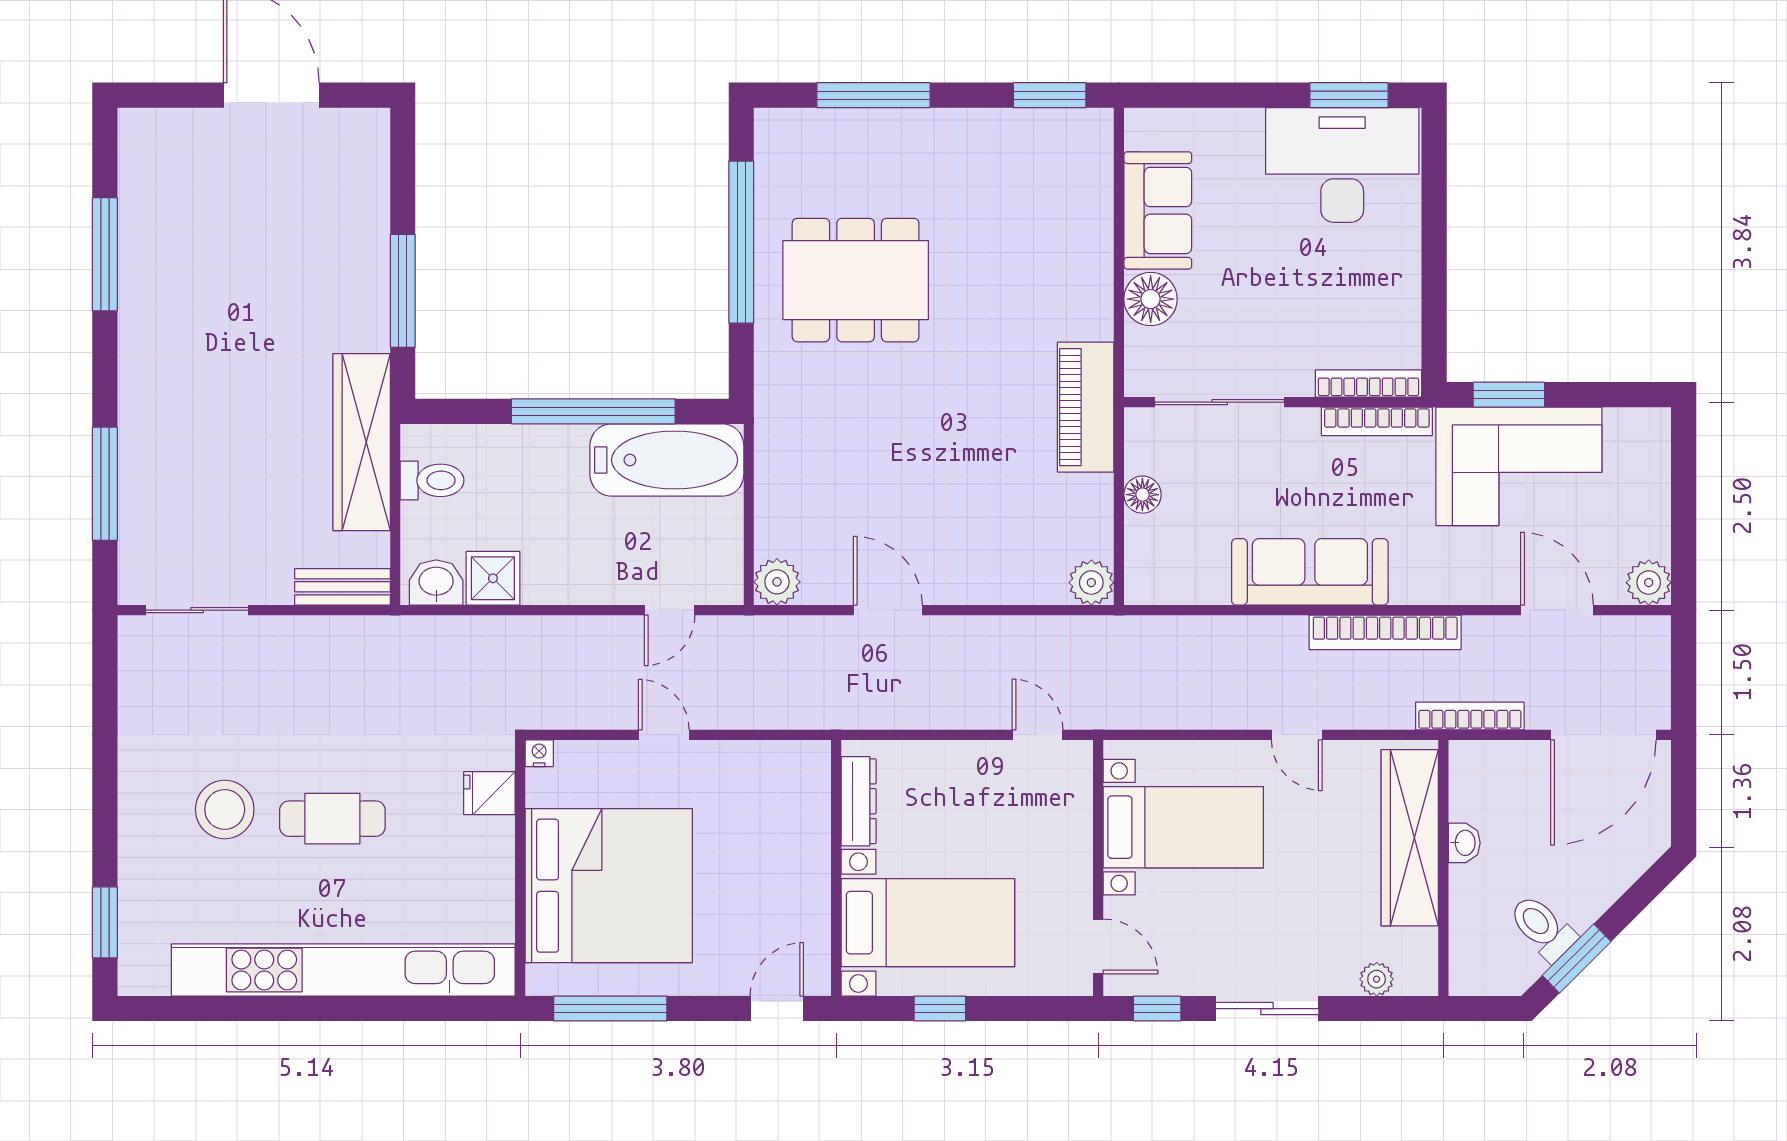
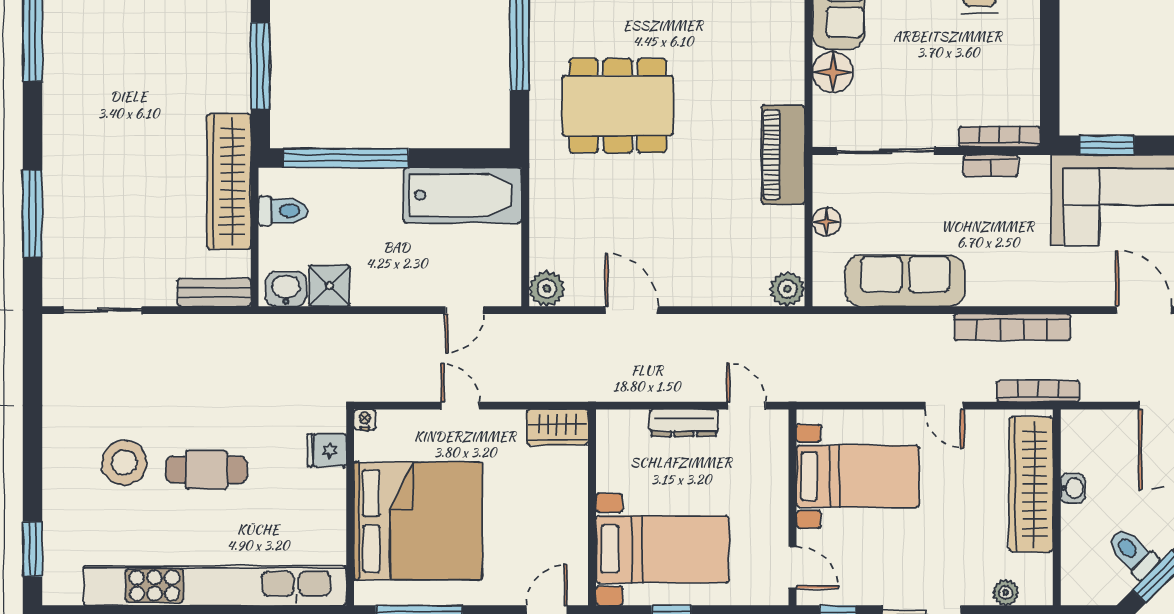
dining table: (856, 280) -> (618, 106), moved
window: (593, 411) -> (346, 158), moved
bookcase: (1377, 421) -> (991, 166), width x0.64
sofa: (1310, 572) -> (905, 281), moved
bookcase: (1470, 716) -> (1038, 391), moved
wardrobe: (791, 763) -> (557, 427), added
dresser: (859, 801) -> (684, 423), moved, turned 90

